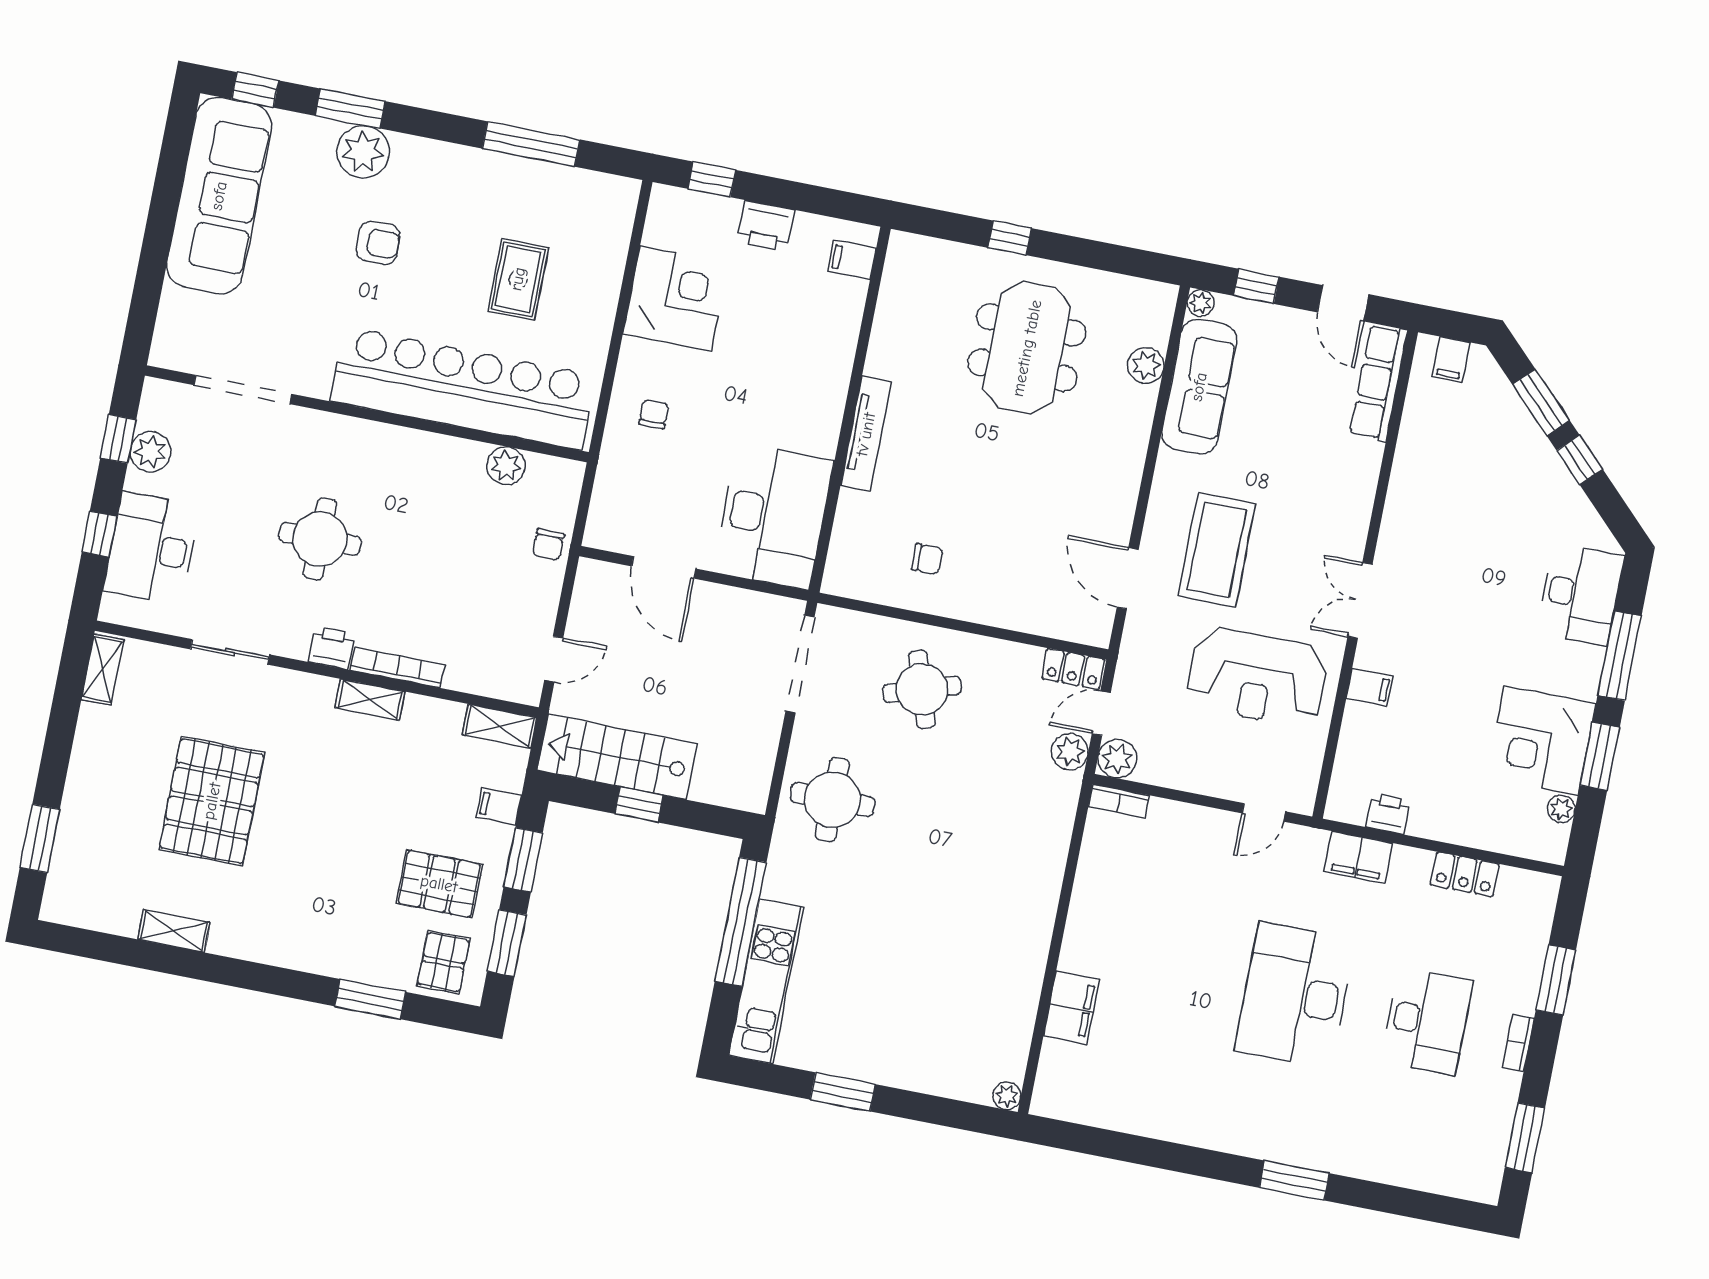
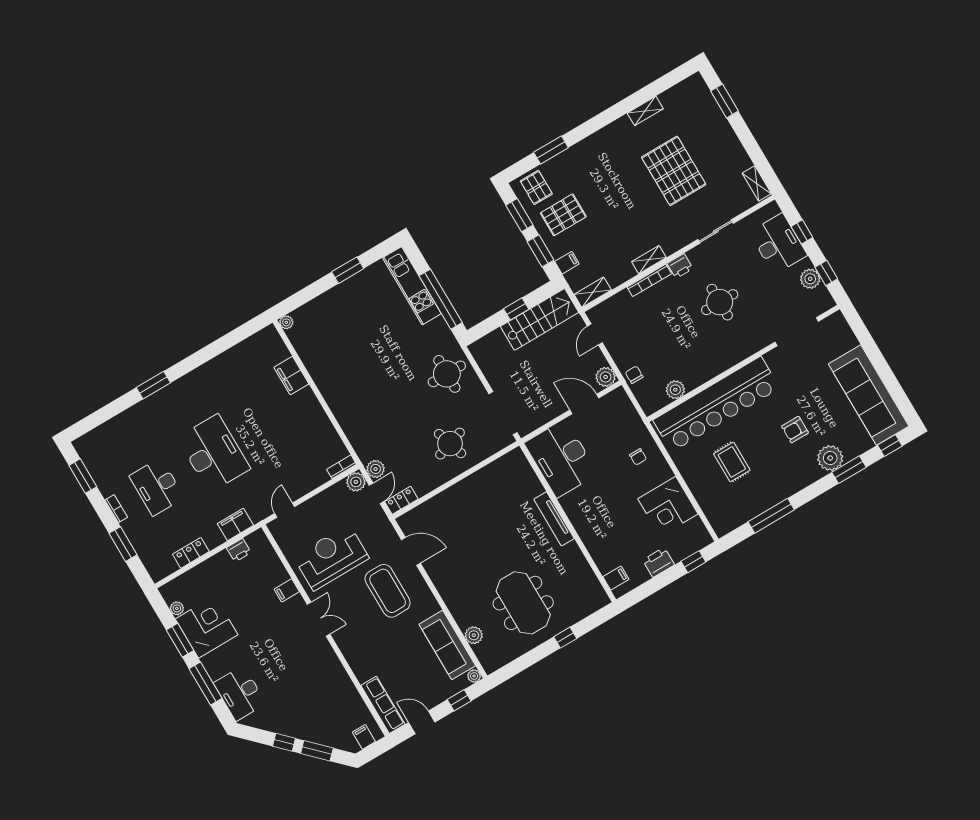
chair: (927, 559) -> (491, 493), removed
plant: (595, 580) -> (606, 377), added

